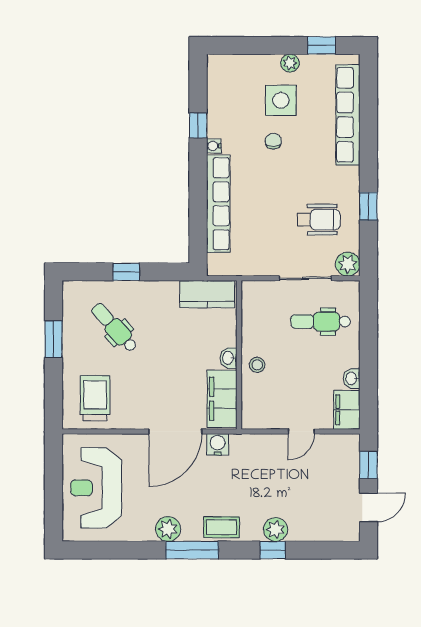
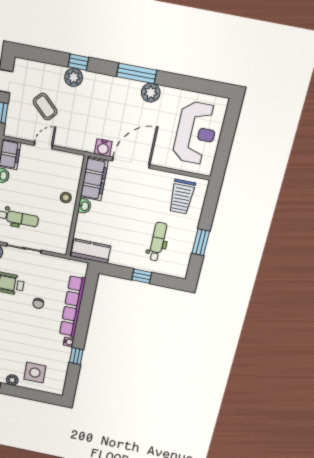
side table: (281, 100) -> (35, 373), moved
chair: (273, 141) -> (38, 304), moved
dental chair: (114, 328) -> (158, 242), turned -138
coffee table: (221, 527) -> (45, 107), moved, turned 44

